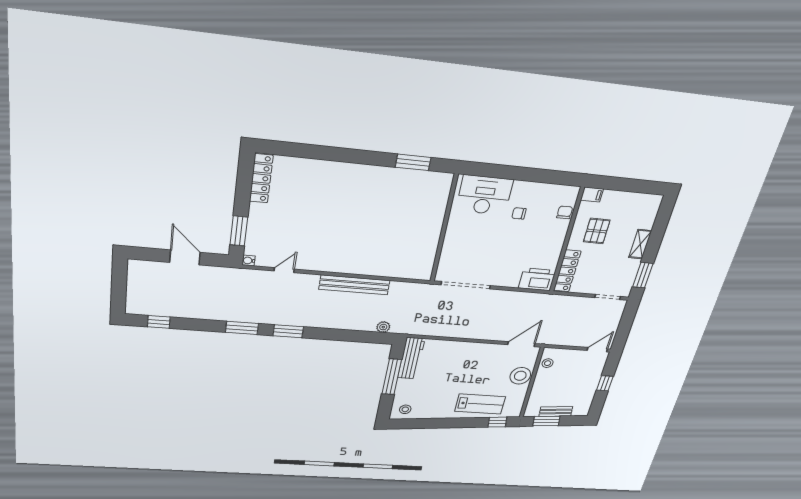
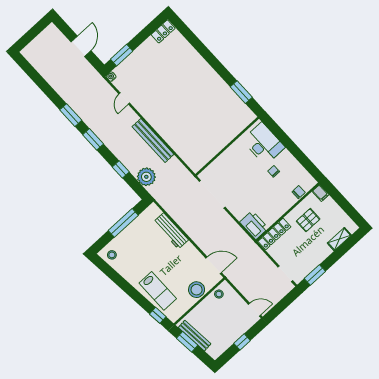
locker: (261, 178) -> (163, 31), width x0.66
shelving: (640, 244) -> (339, 239), moved
door: (284, 270) -> (124, 99), swing flipped
window: (159, 322) -> (121, 169), moved
plant: (383, 327) -> (146, 177), width x1.87, depth x1.87
workbench: (411, 358) -> (171, 231), moved, turned 90
bench: (556, 411) -> (195, 336), width x1.36

